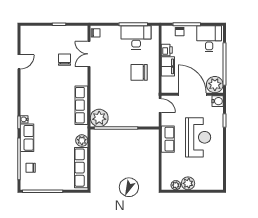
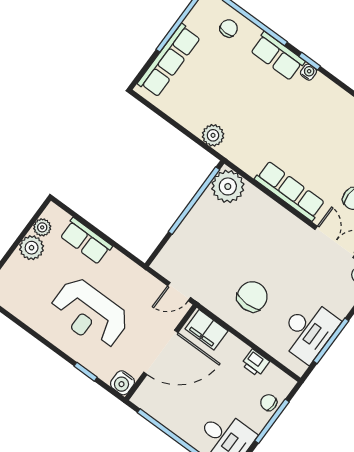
filing cabinet: (168, 66) -> (207, 330), moved
plant: (215, 85) -> (150, 397), removed
row of seats: (81, 105) -> (290, 191), moved
row of seats: (168, 139) -> (86, 241), moved
row of seats: (81, 168) -> (169, 60), moved, turned 90

